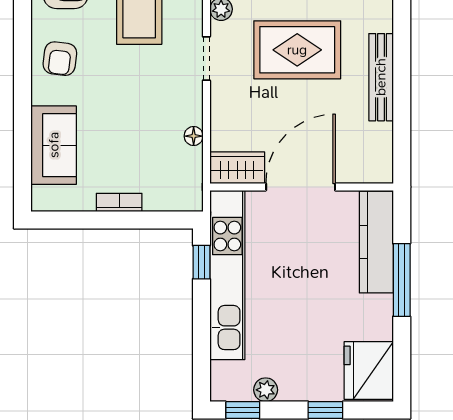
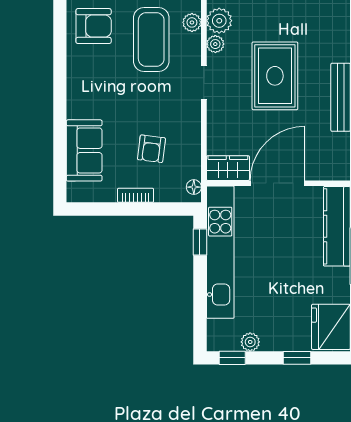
rug: (297, 50) -> (275, 76), turned 90
armchair: (60, 59) -> (151, 149), moved
floor lamp: (194, 136) -> (194, 187), moved

